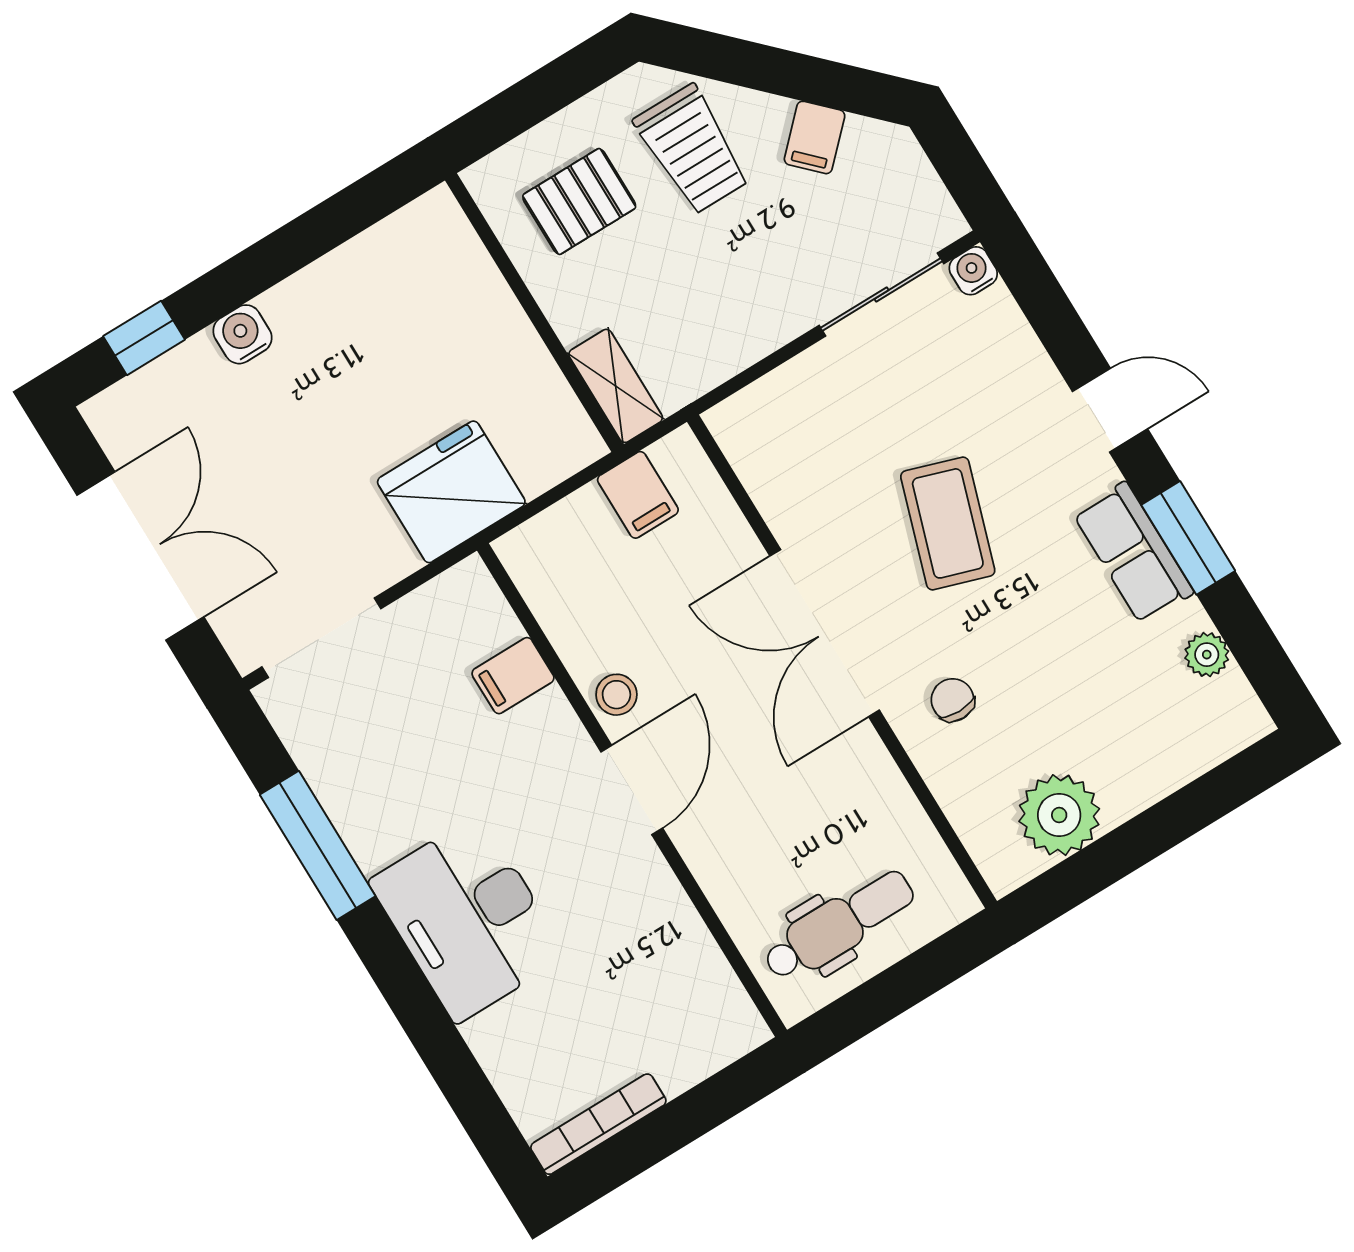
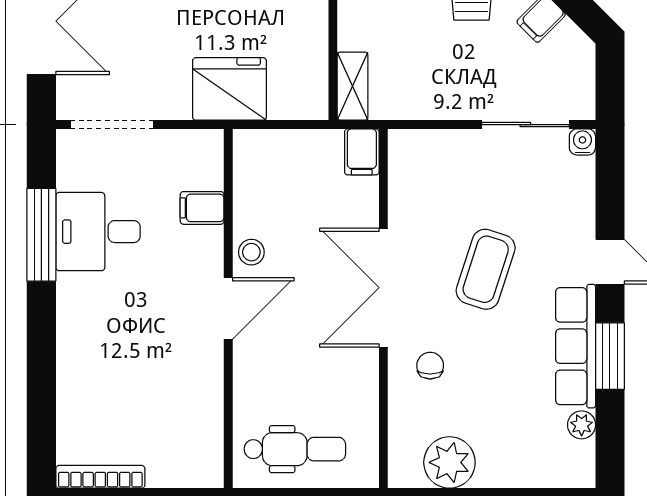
filing cabinet: (638, 495) -> (362, 152), moved
row of seats: (1133, 553) -> (576, 346), width x1.48
desk: (468, 918) -> (98, 232), moved, width x0.73

